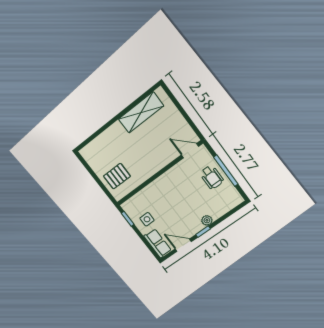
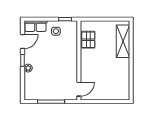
shelving: (141, 113) -> (123, 41), moved
pallet: (117, 176) -> (88, 40), moved
wheelchair: (212, 177) -> (53, 90), removed

